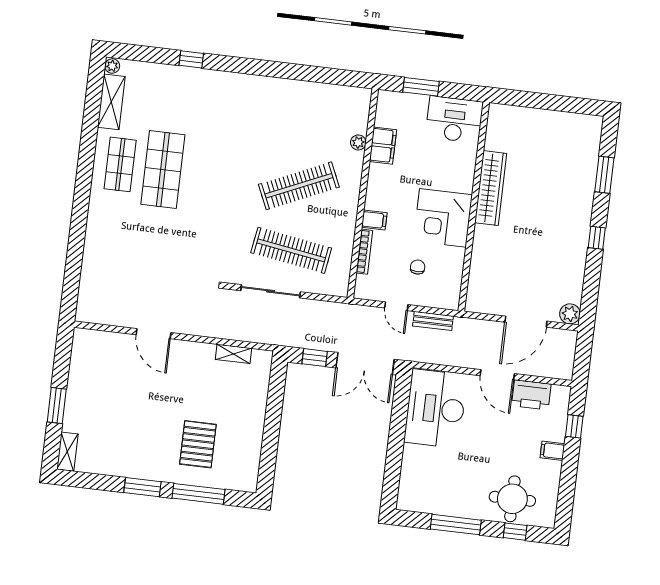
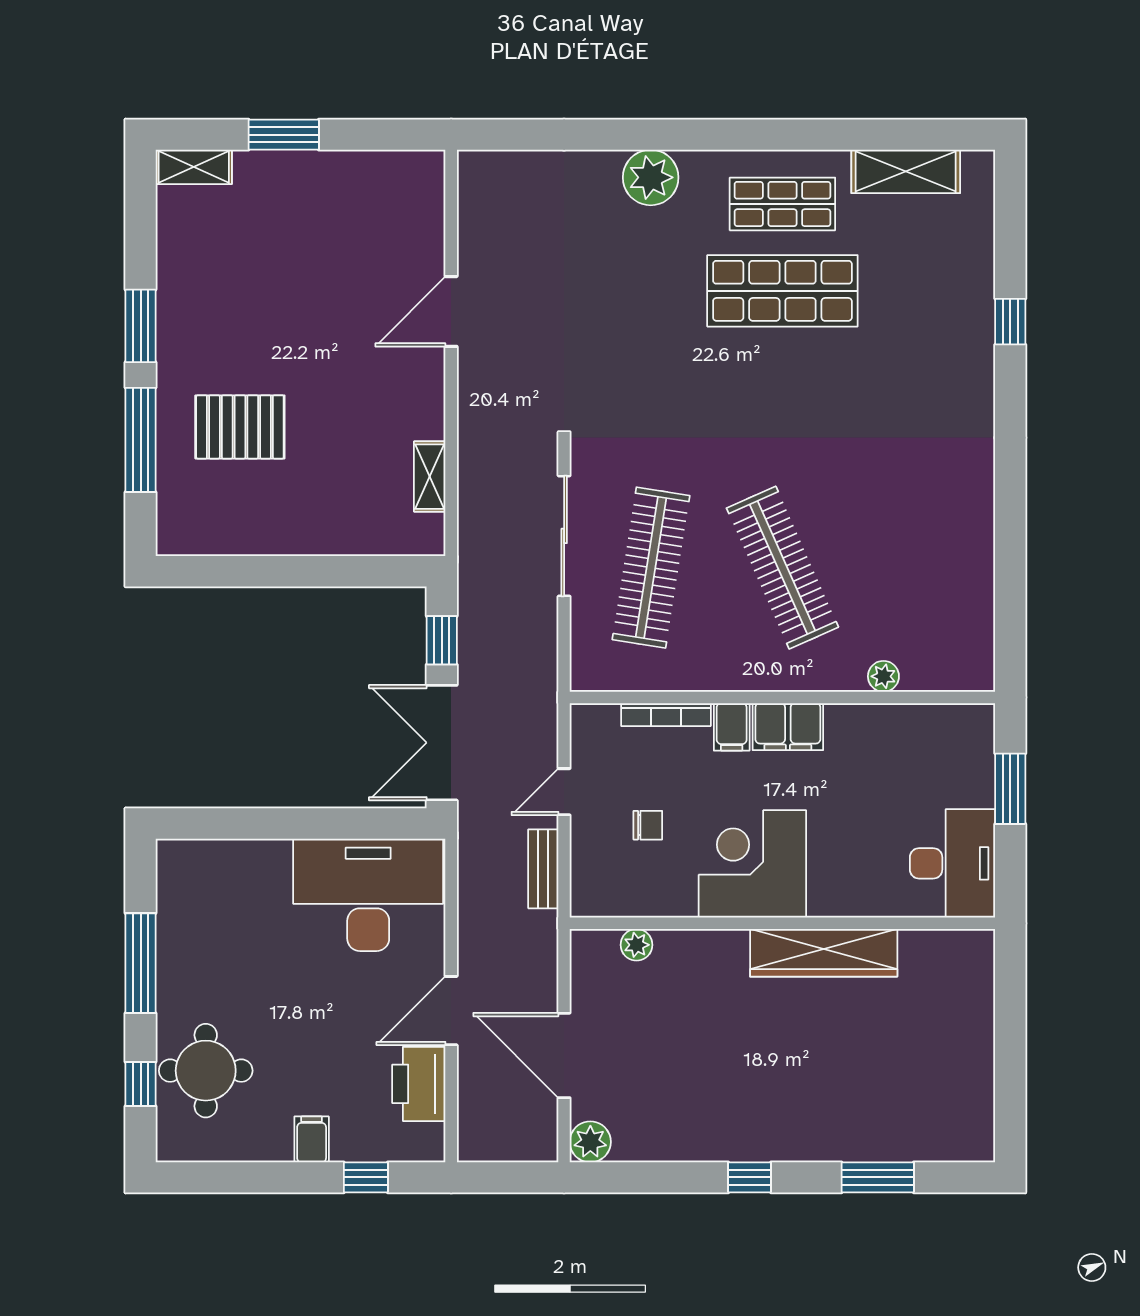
plant: (112, 66) -> (651, 177), moved, width x1.87, depth x1.87
filing cabinet: (383, 146) -> (788, 727), moved
plant: (476, 280) -> (636, 945), added

